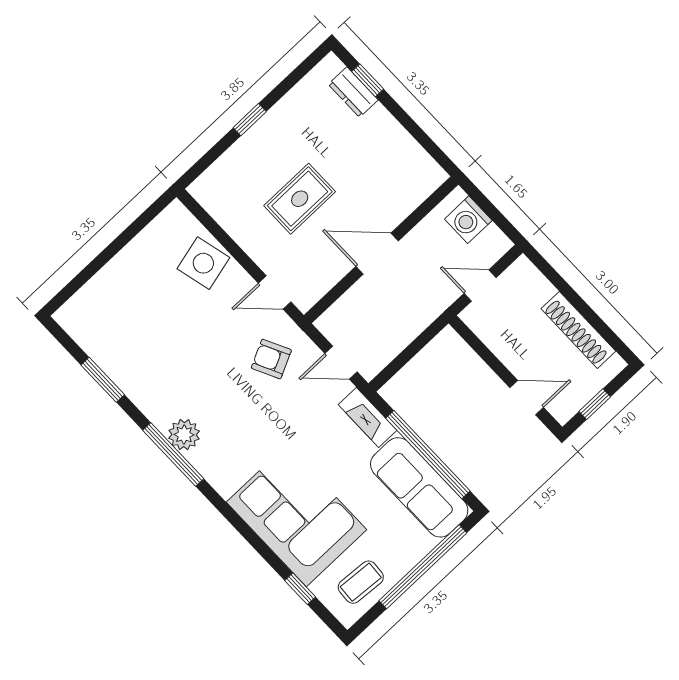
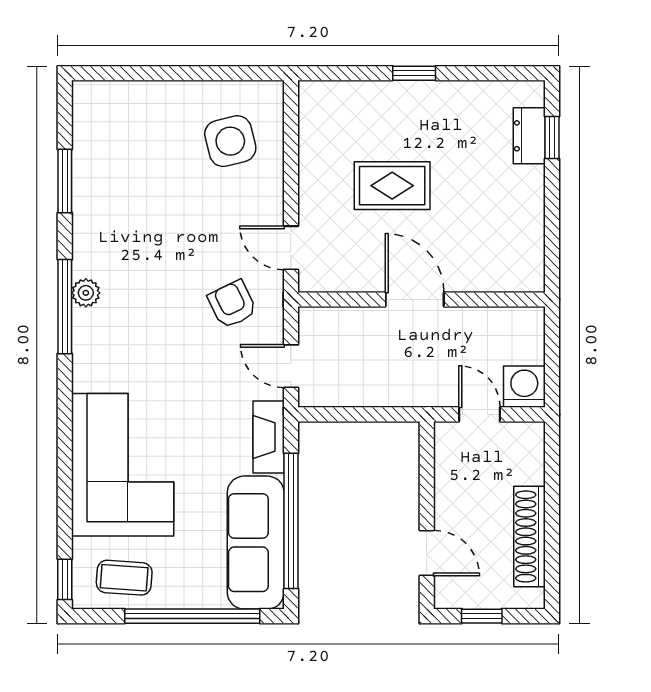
washing machine: (468, 220) -> (524, 387), moved, turned 90
side table: (203, 263) -> (230, 141), moved
plant: (184, 435) -> (86, 293), width x0.73, depth x0.73
window: (300, 589) -> (65, 579), moved

